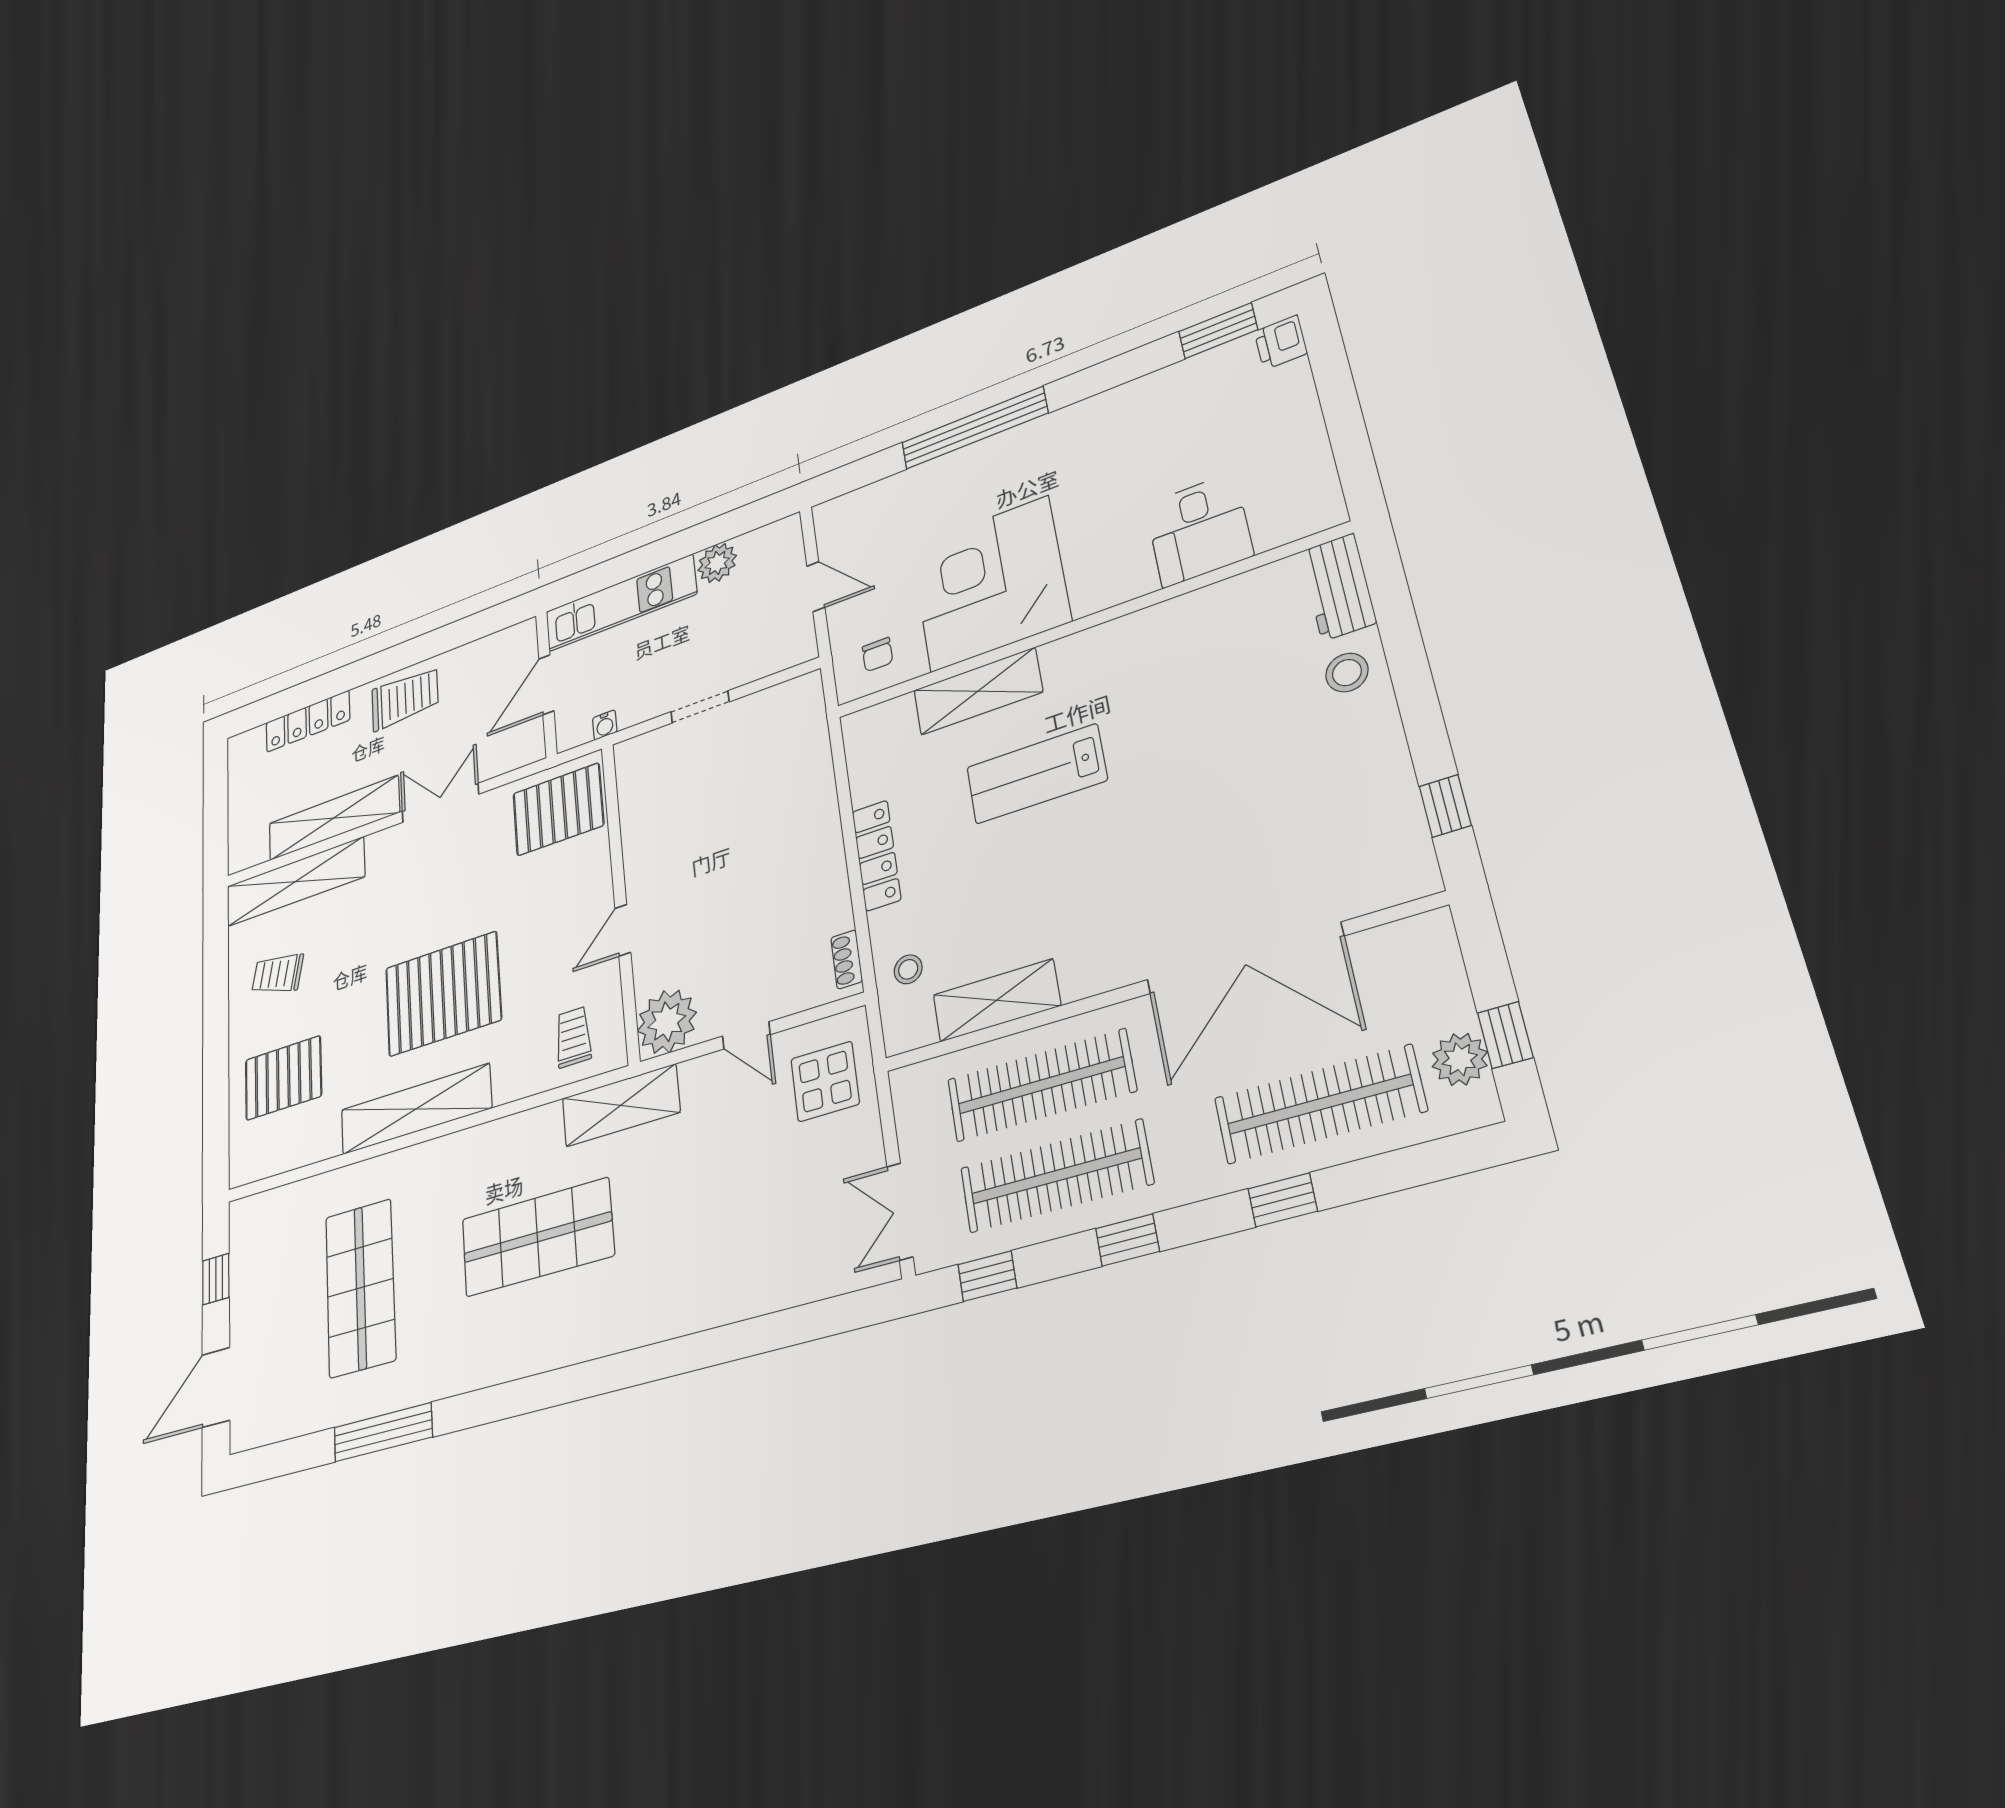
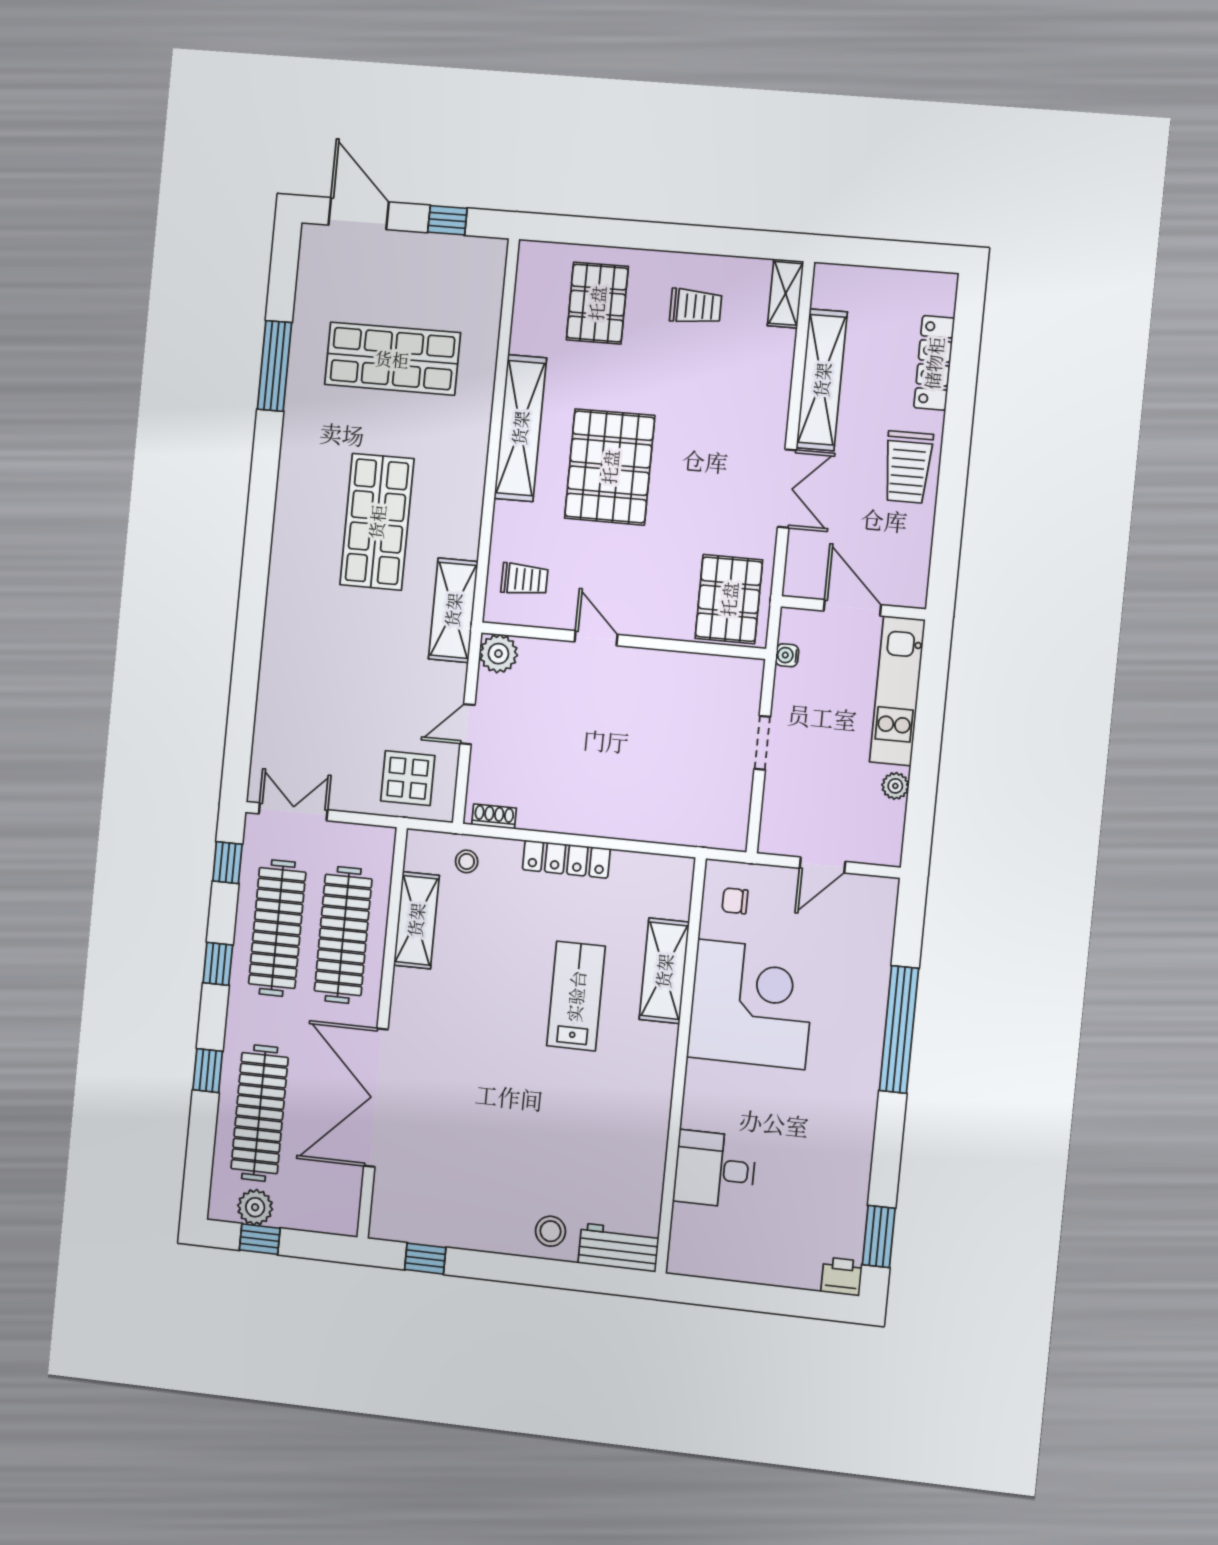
plant: (717, 563) -> (895, 786), width x0.73, depth x0.73
shelving: (295, 882) -> (786, 293), width x0.45, depth x0.75
trolley: (278, 974) -> (696, 306), turned 77
plant: (667, 1022) -> (498, 654), width x0.73, depth x0.73

